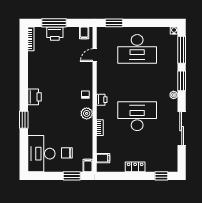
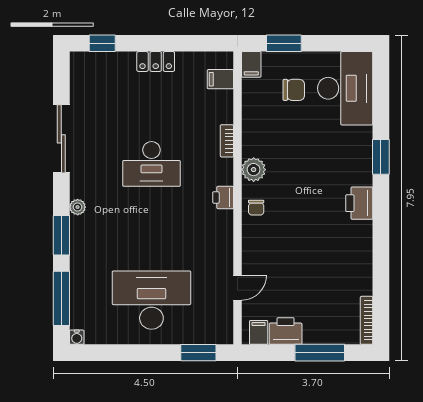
printer: (55, 34) -> (286, 331), moved
desk: (137, 116) -> (151, 164), width x0.73, depth x0.77

